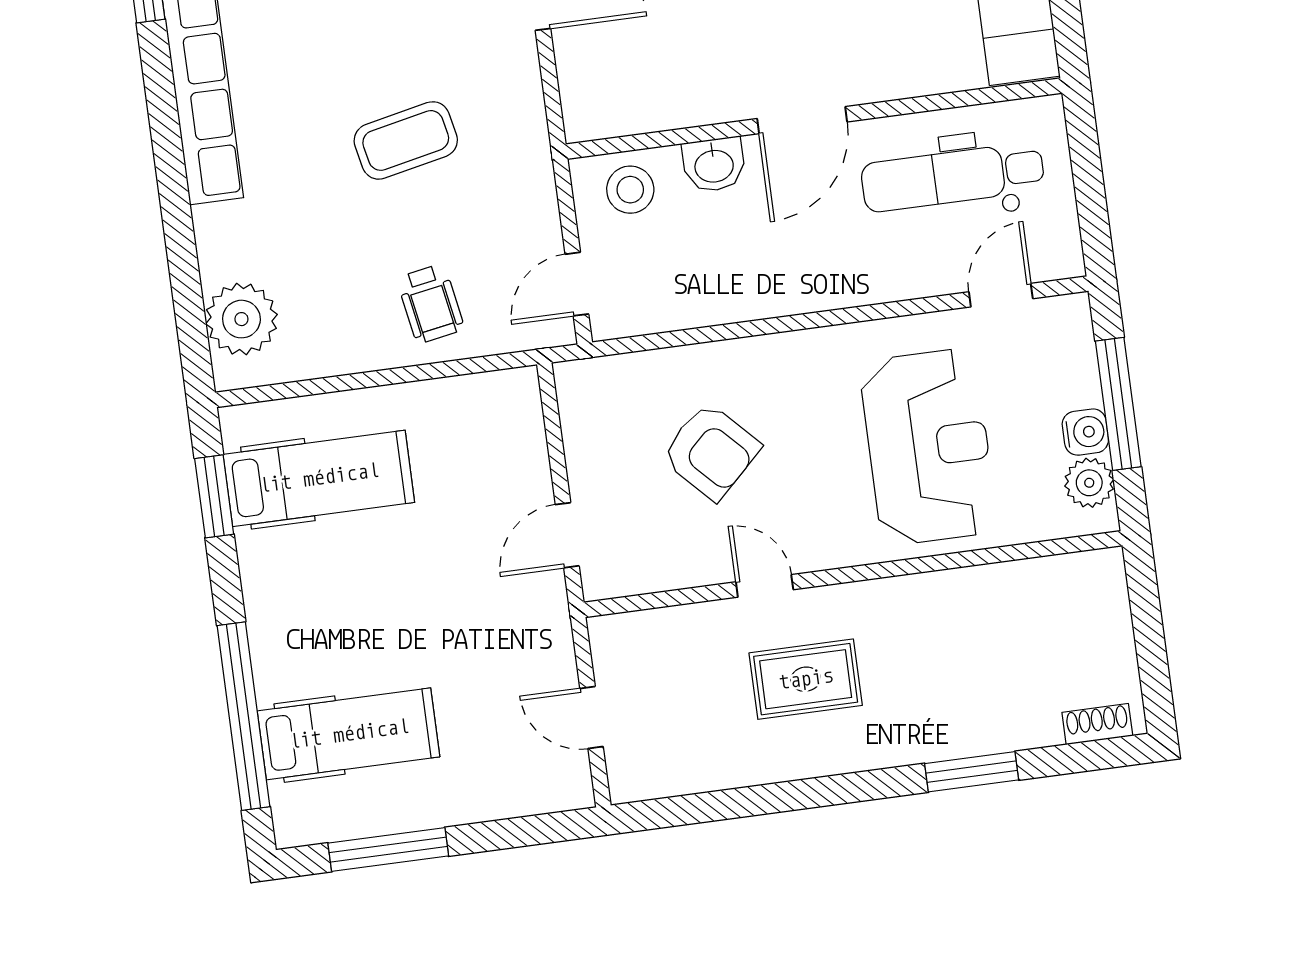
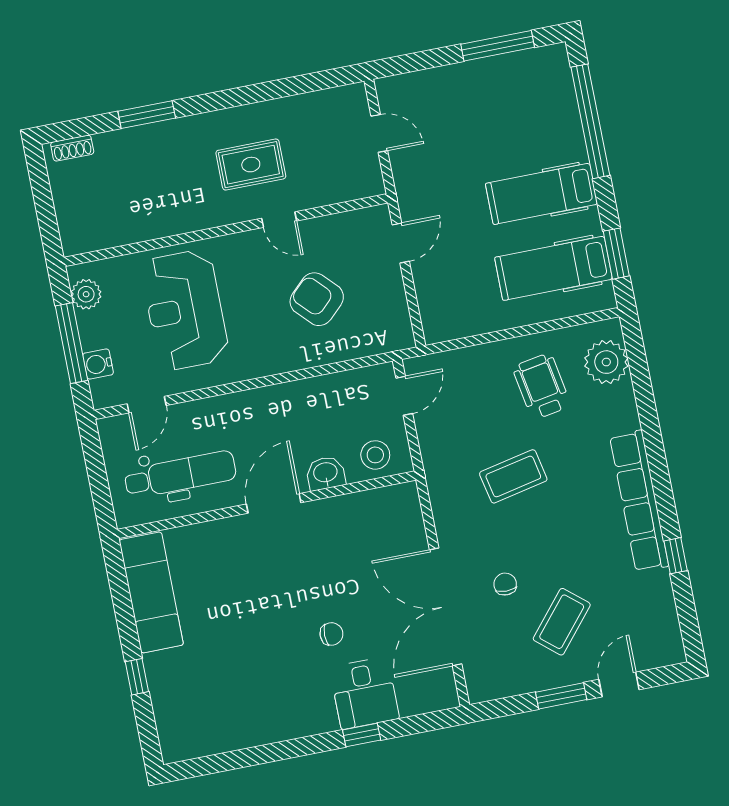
wheelchair: (430, 304) -> (542, 386), moved, width x1.36, depth x1.37
water cooler: (1085, 432) -> (98, 364), moved
hospital bed: (349, 734) -> (542, 194), moved

